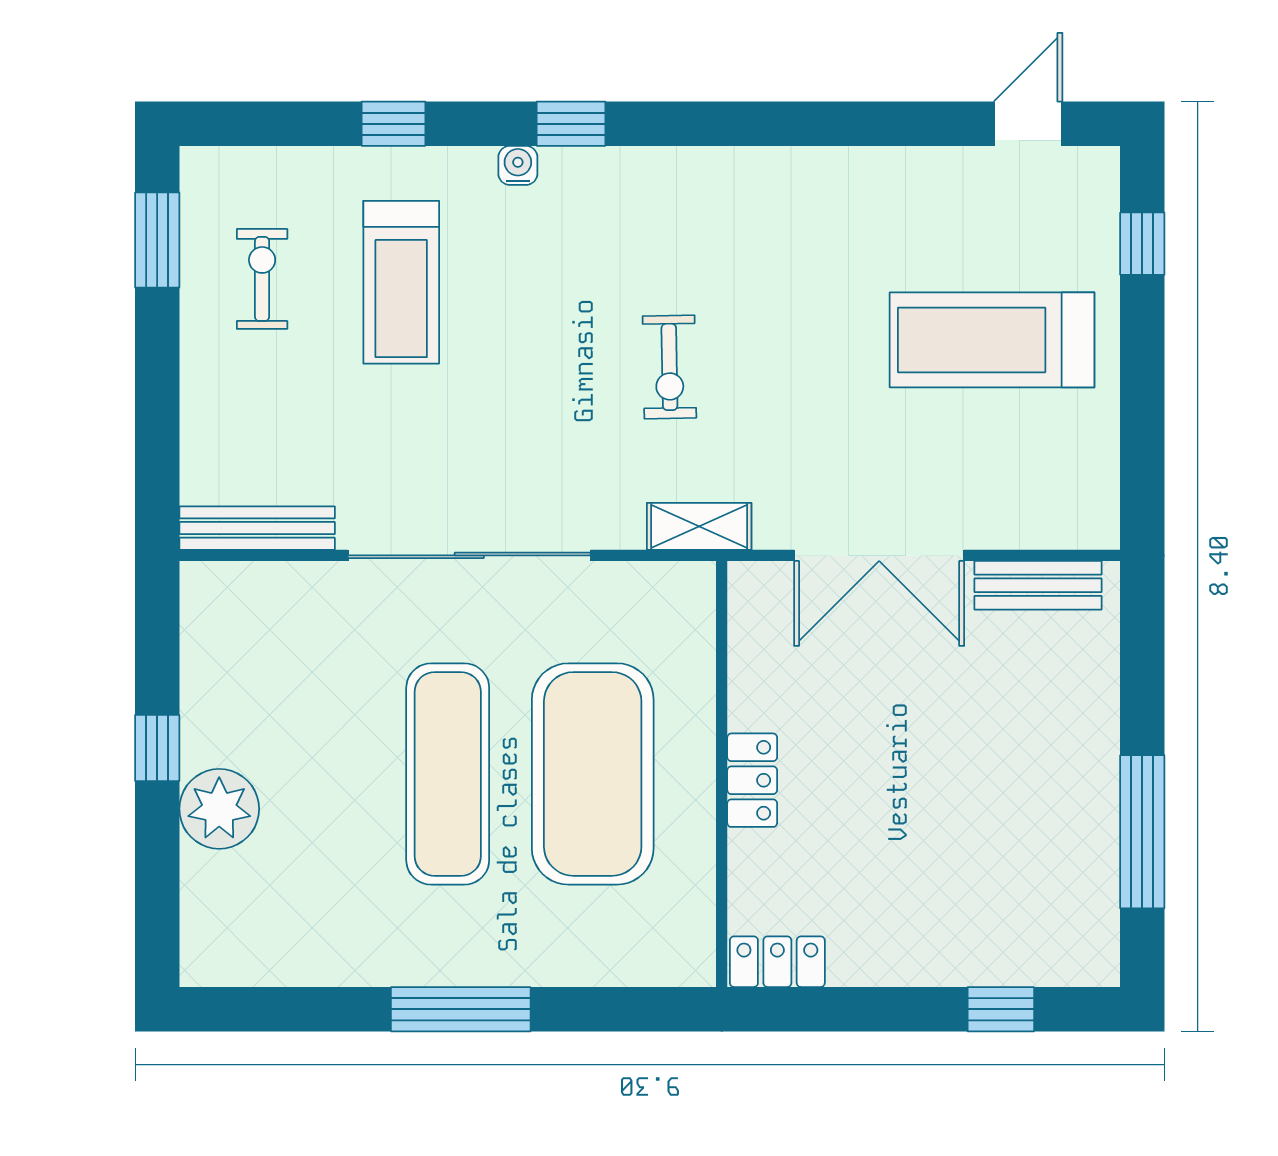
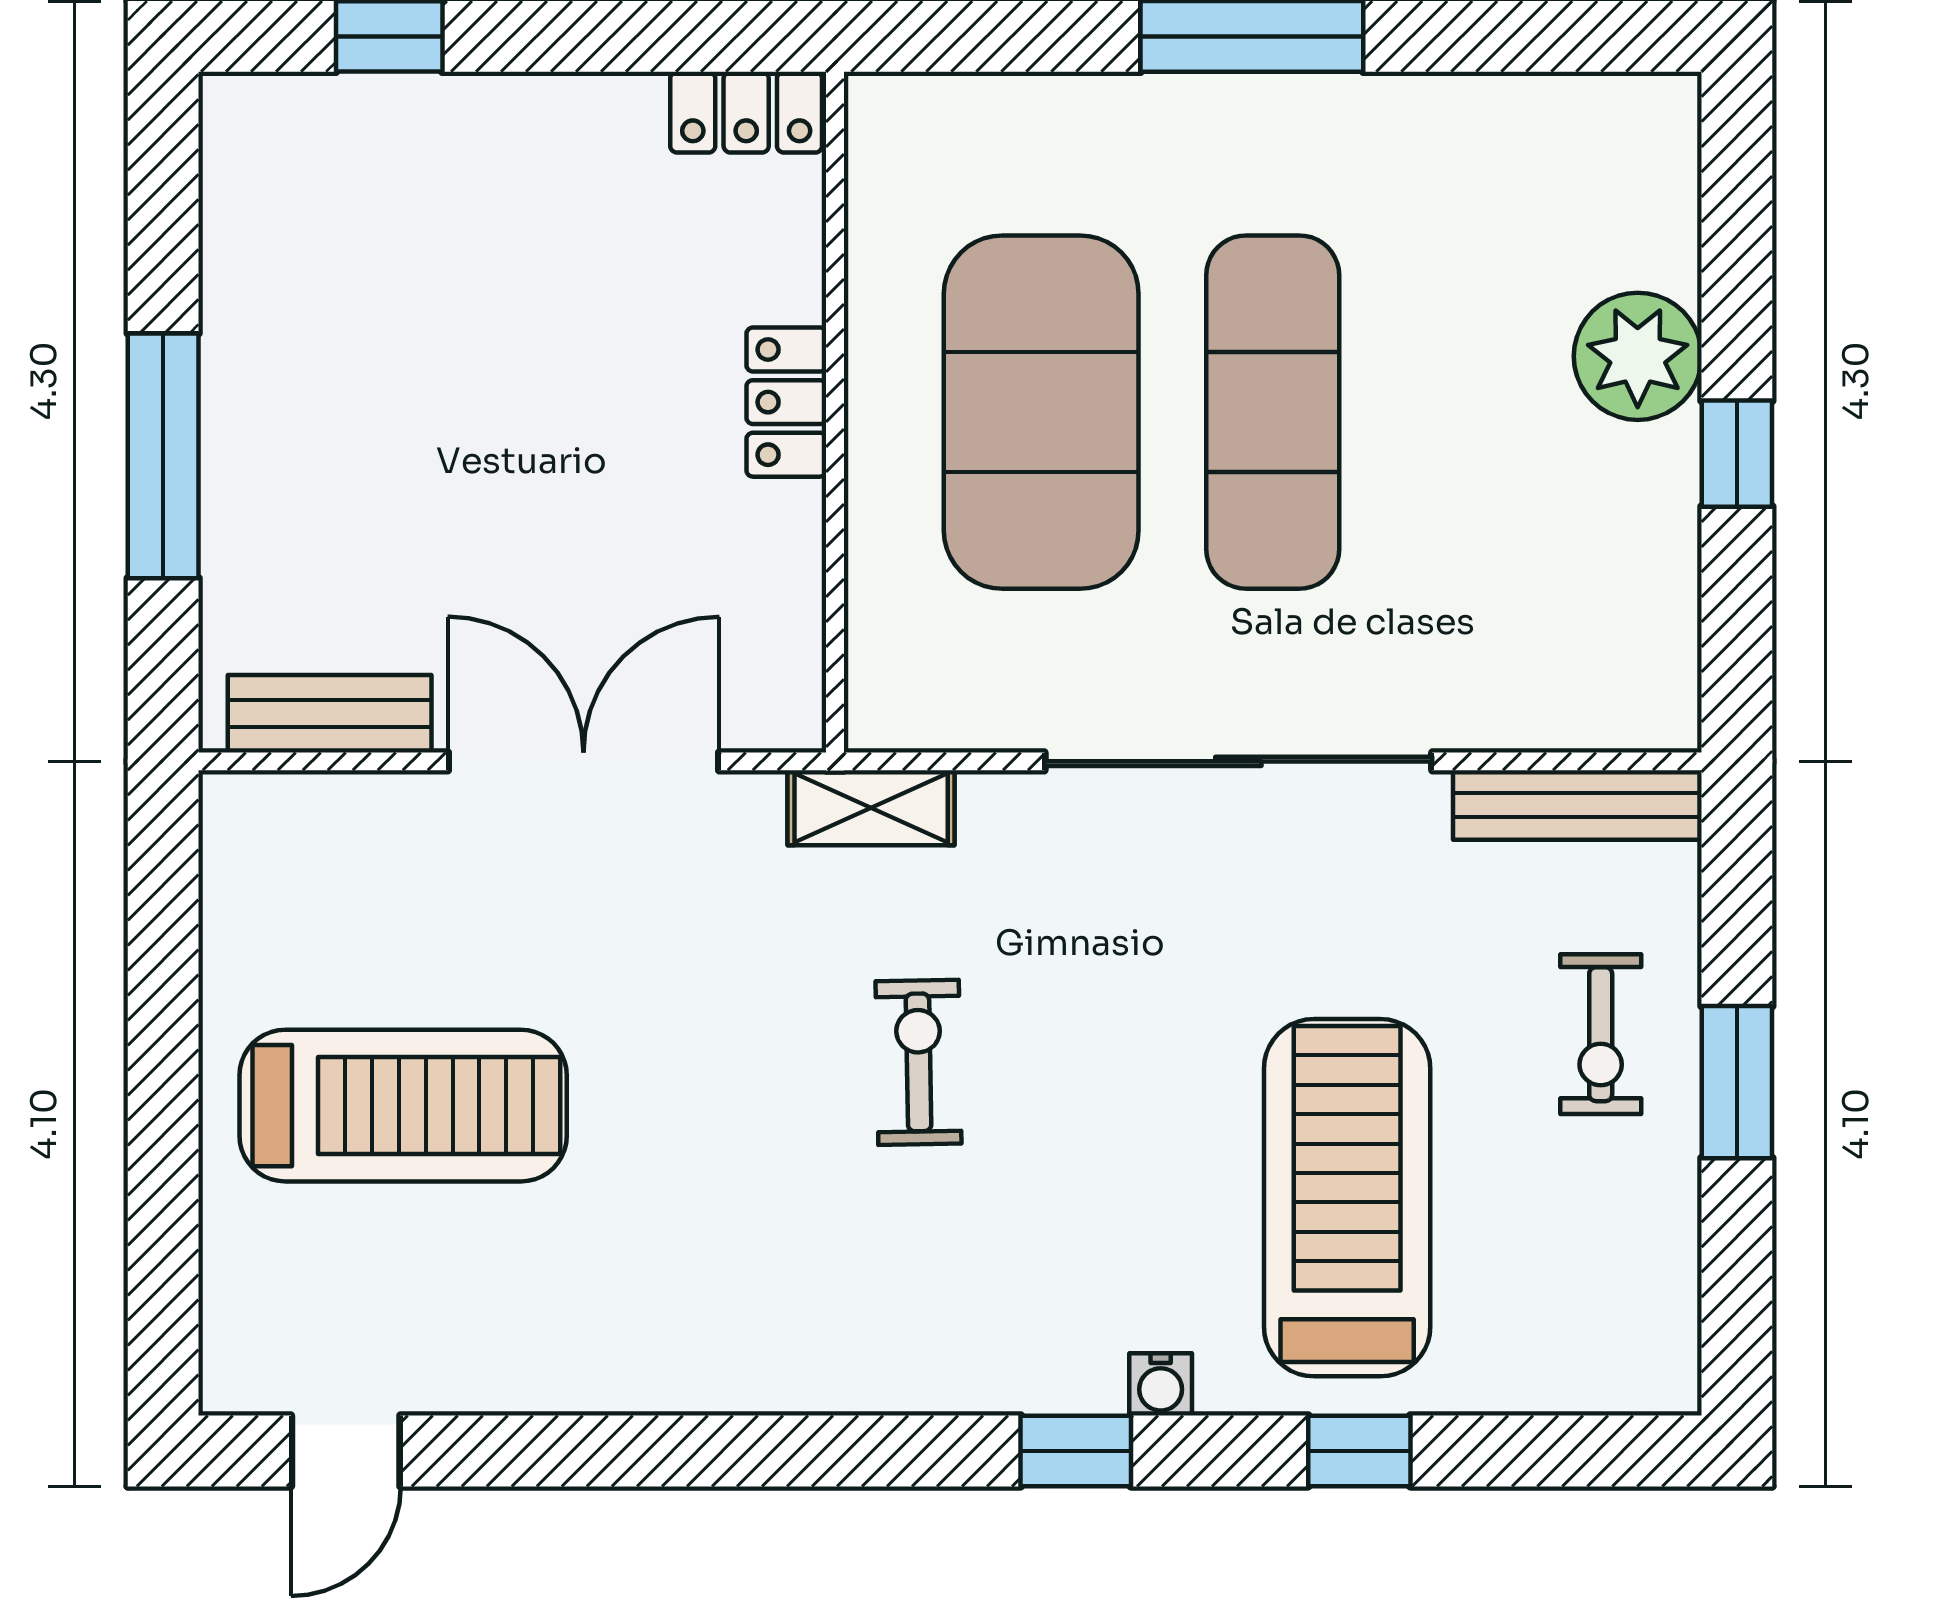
window: (157, 240) -> (1737, 1082), moved
window: (1142, 244) -> (163, 1259), removed
exercise bike: (262, 279) -> (1601, 1034), moved
treadmill: (401, 282) -> (1347, 1198), width x1.37, depth x1.38
window: (1142, 832) -> (163, 456), moved

